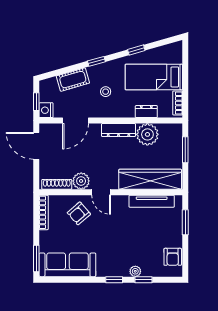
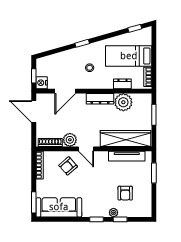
window: (136, 50) -> (135, 28), moved
cot: (73, 80) -> (63, 58), removed
armchair: (173, 257) -> (125, 193), moved

